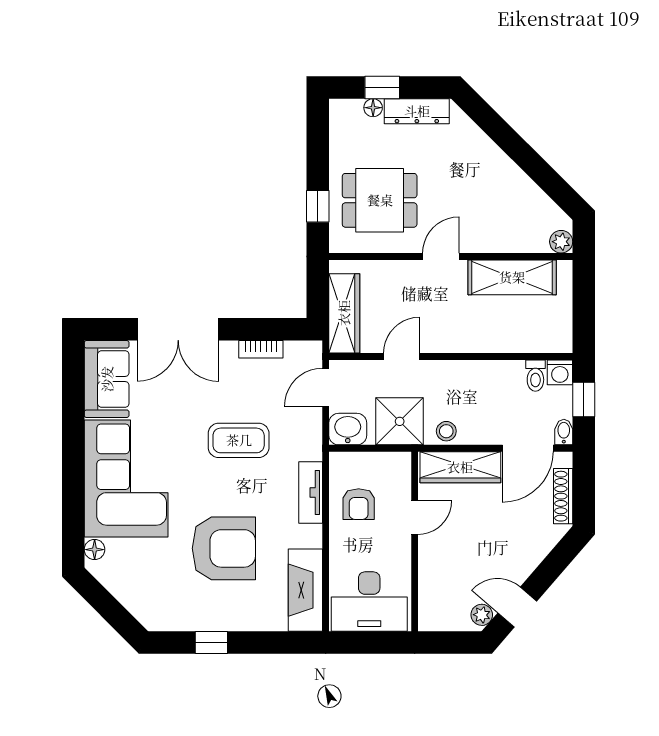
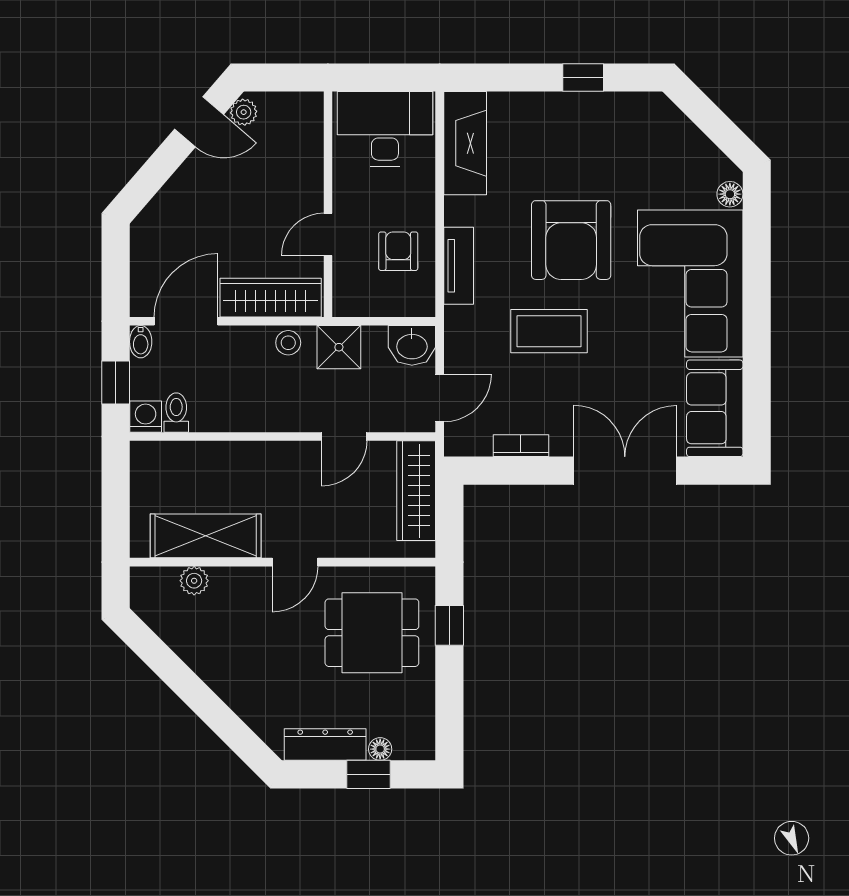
plant: (561, 242) -> (194, 581), moved
shower: (400, 421) -> (339, 347), width x0.73, depth x0.73
shoe rack: (563, 496) -> (142, 261), removed
armchair: (224, 548) -> (571, 240), moved, turned -90

